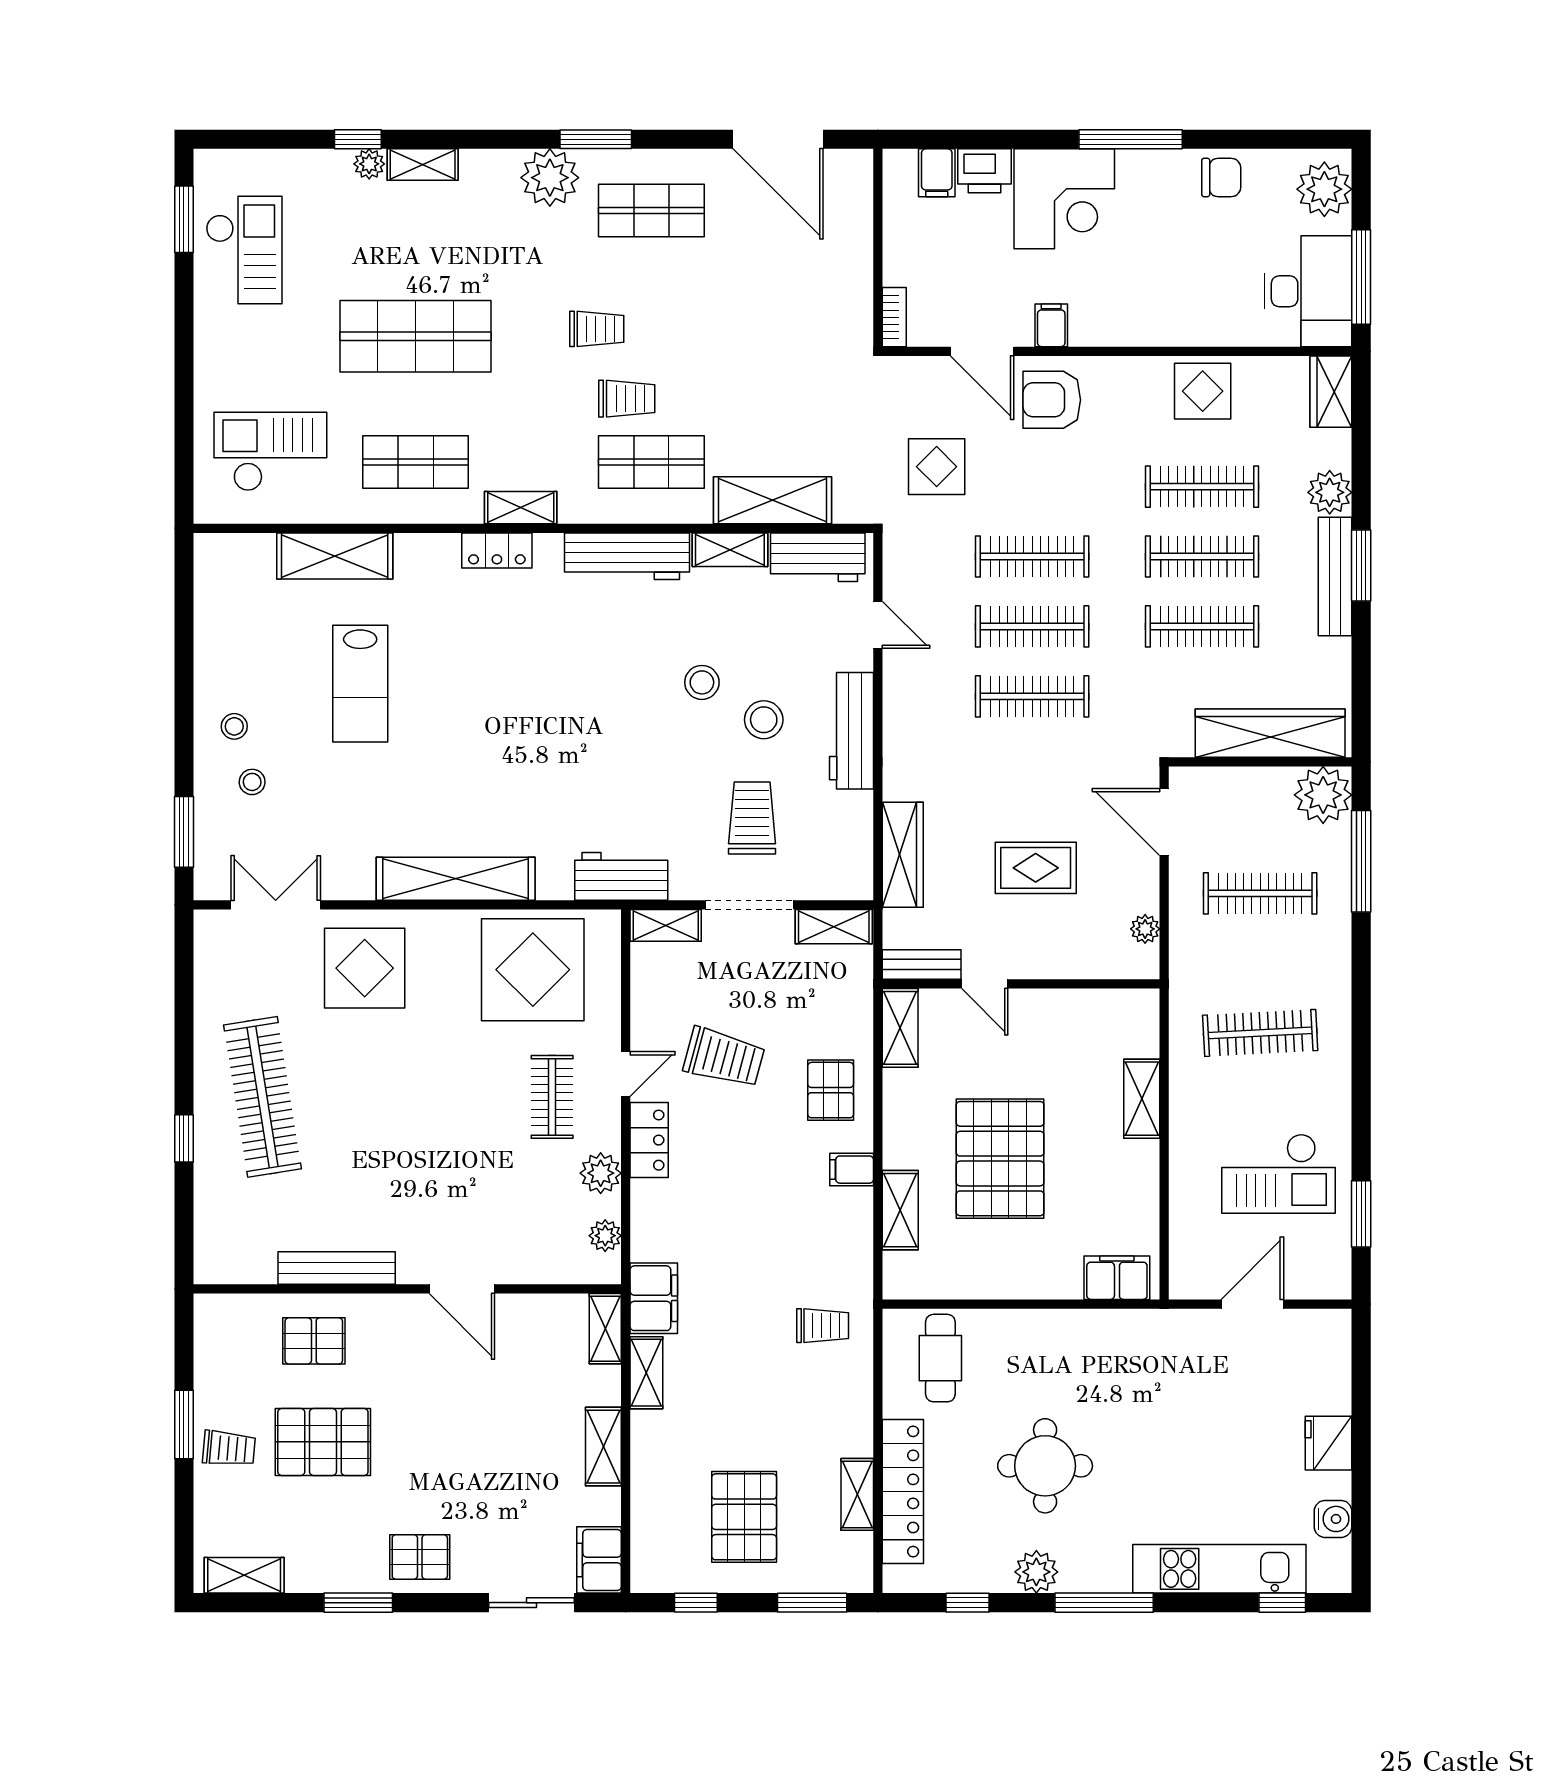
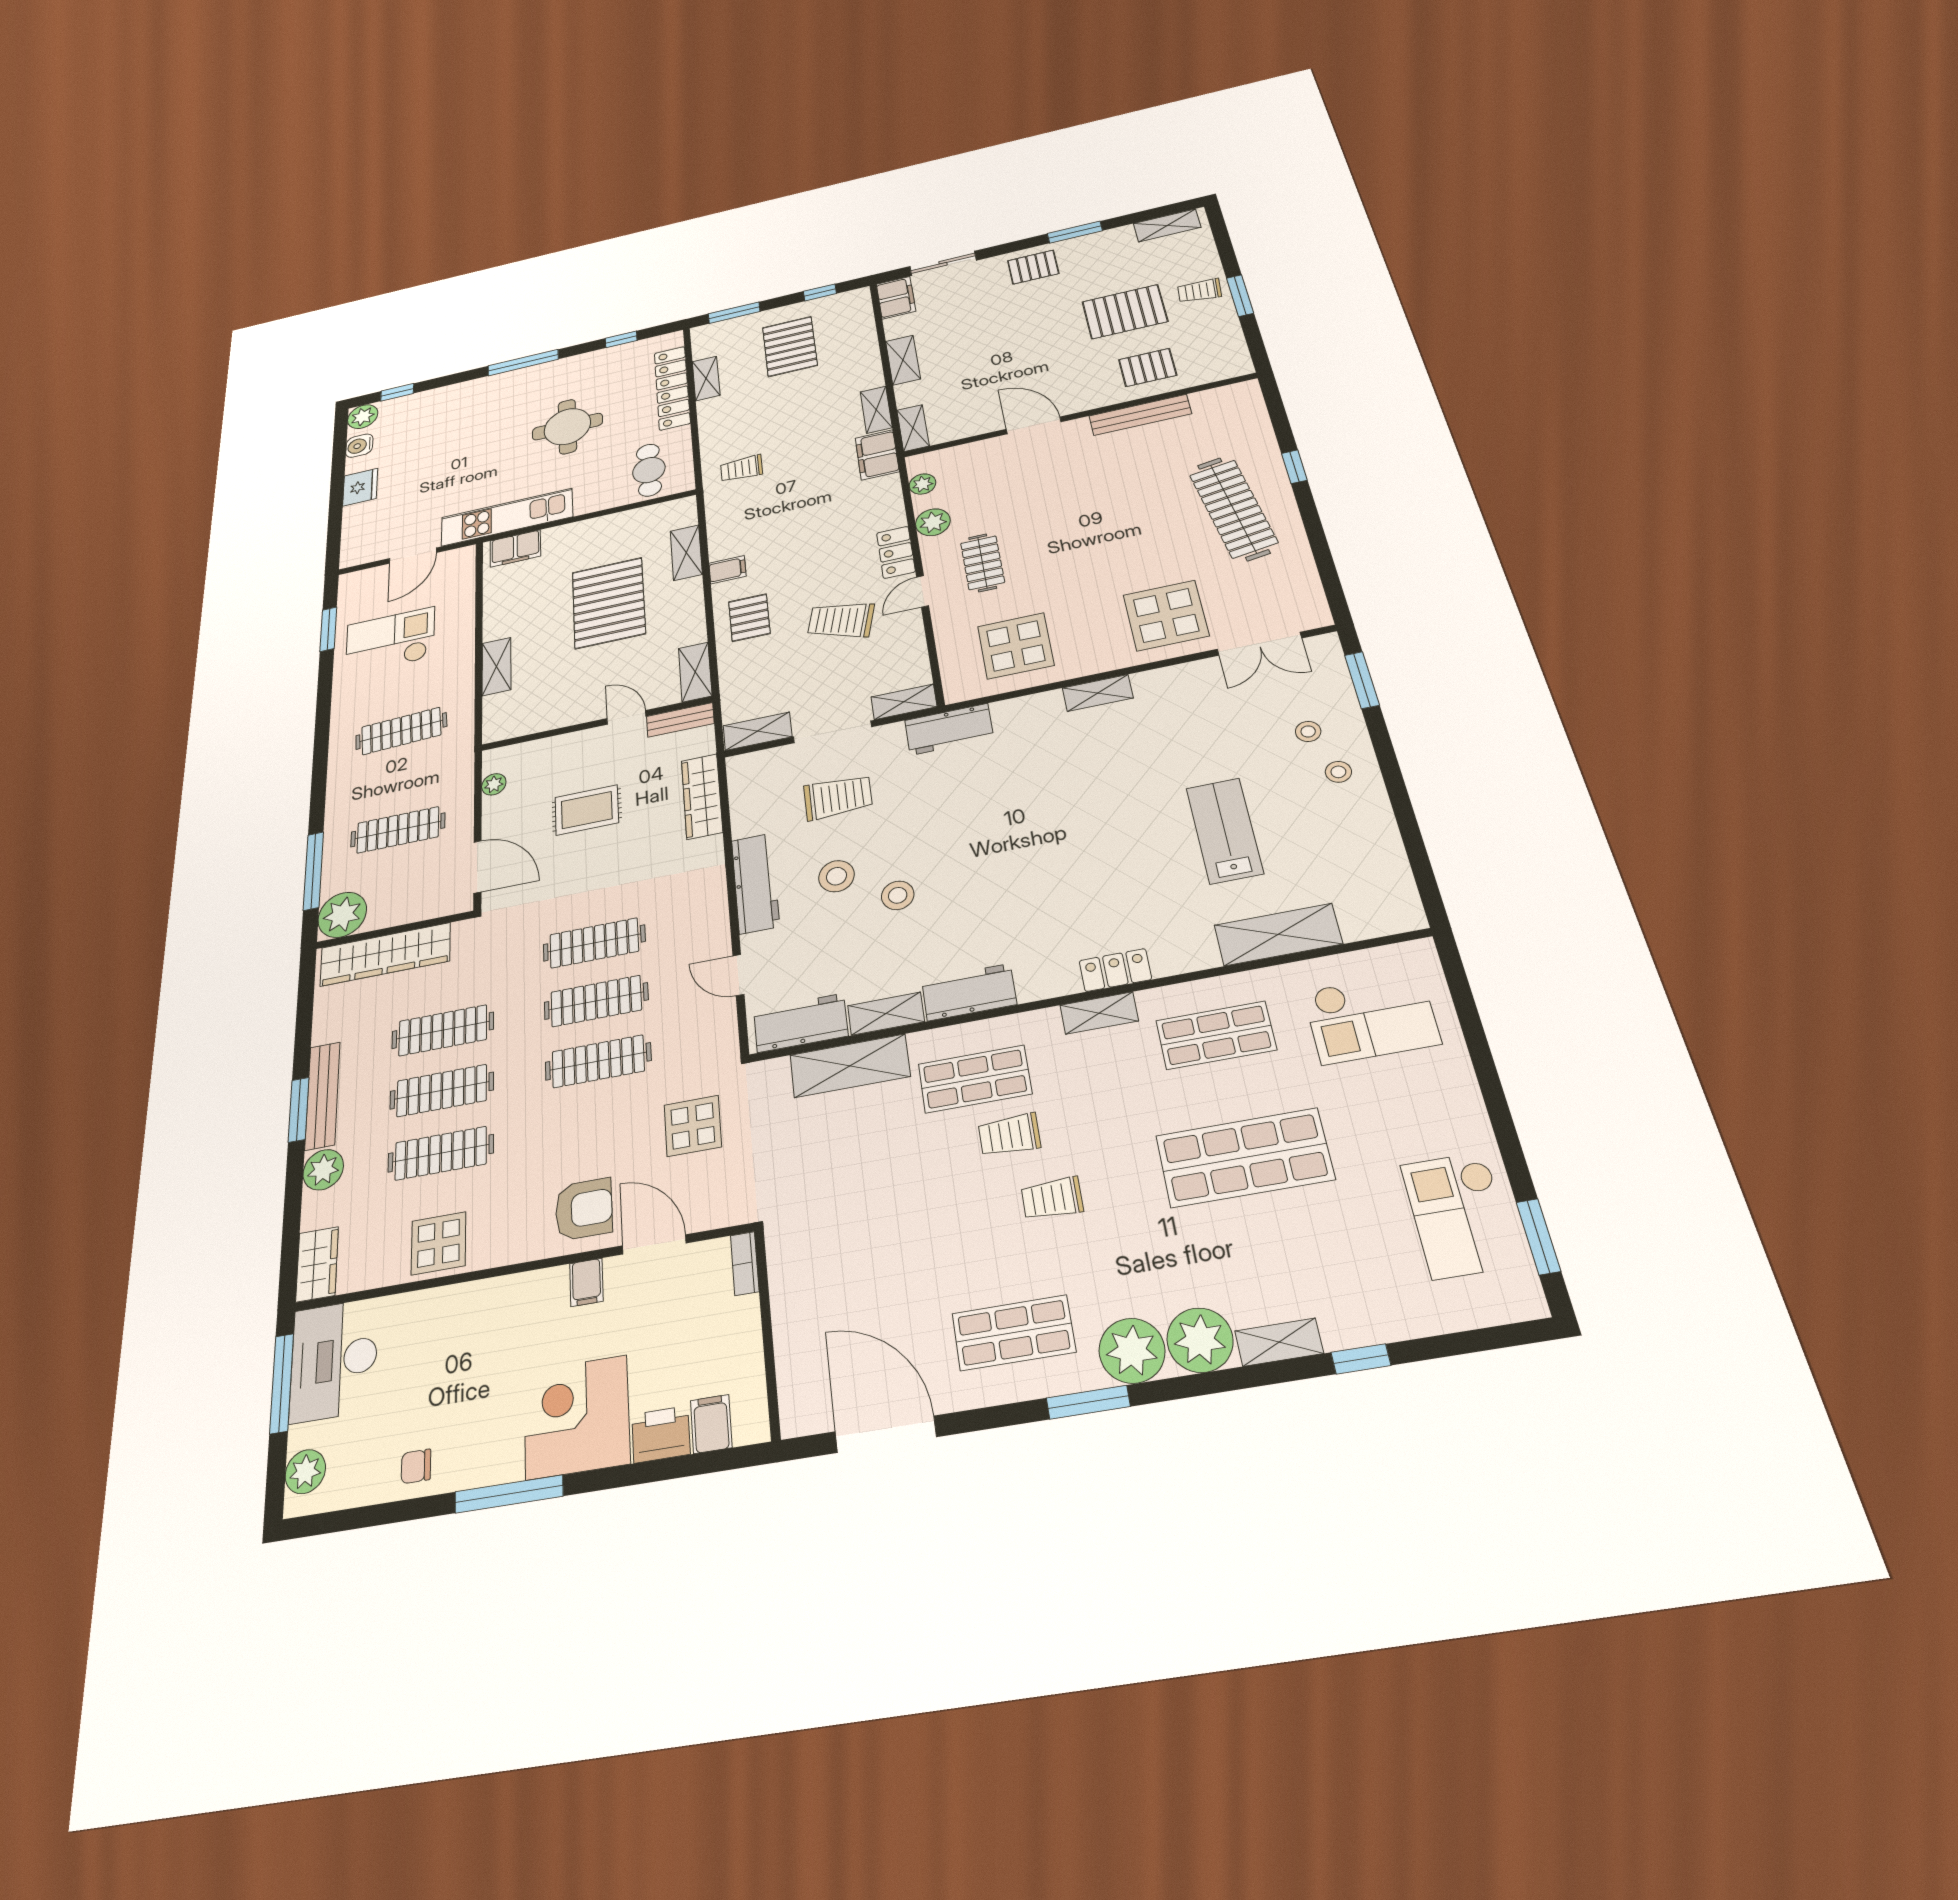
plant: (369, 164) -> (1200, 1340), moved, width x1.87, depth x1.87
chair: (1221, 177) -> (416, 1466), width x0.73, depth x0.73
plant: (1324, 189) -> (305, 1472), width x0.73, depth x0.73
workbench: (627, 556) -> (969, 992), width x0.73
trolley: (752, 818) -> (838, 797), turned -90
shelving: (456, 879) -> (1098, 693), width x0.45, depth x0.75
display table: (533, 970) -> (1016, 646), width x0.73, depth x0.73
kitchen unit: (1219, 1569) -> (507, 517), moved, turned 180
plant: (1036, 1572) -> (363, 417), moved

